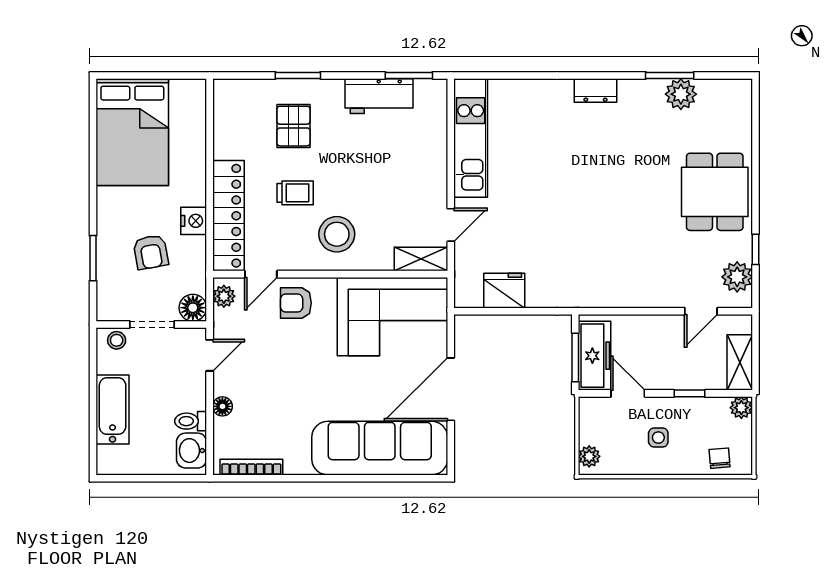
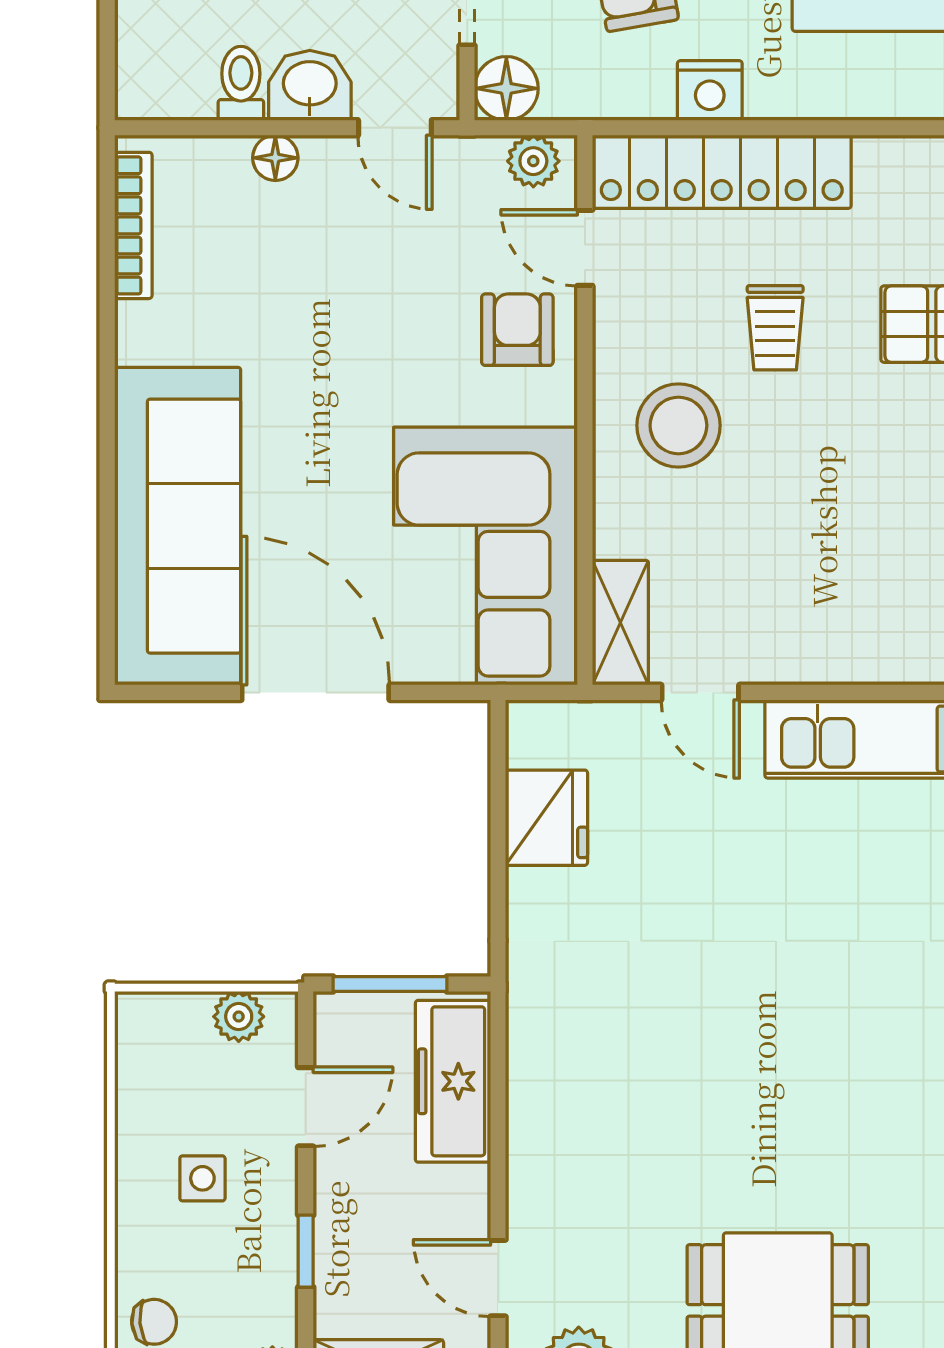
freezer: (595, 356) -> (453, 1081), moved, turned 90
washbasin: (192, 451) -> (310, 85), moved
plant: (589, 456) -> (239, 1017), moved

